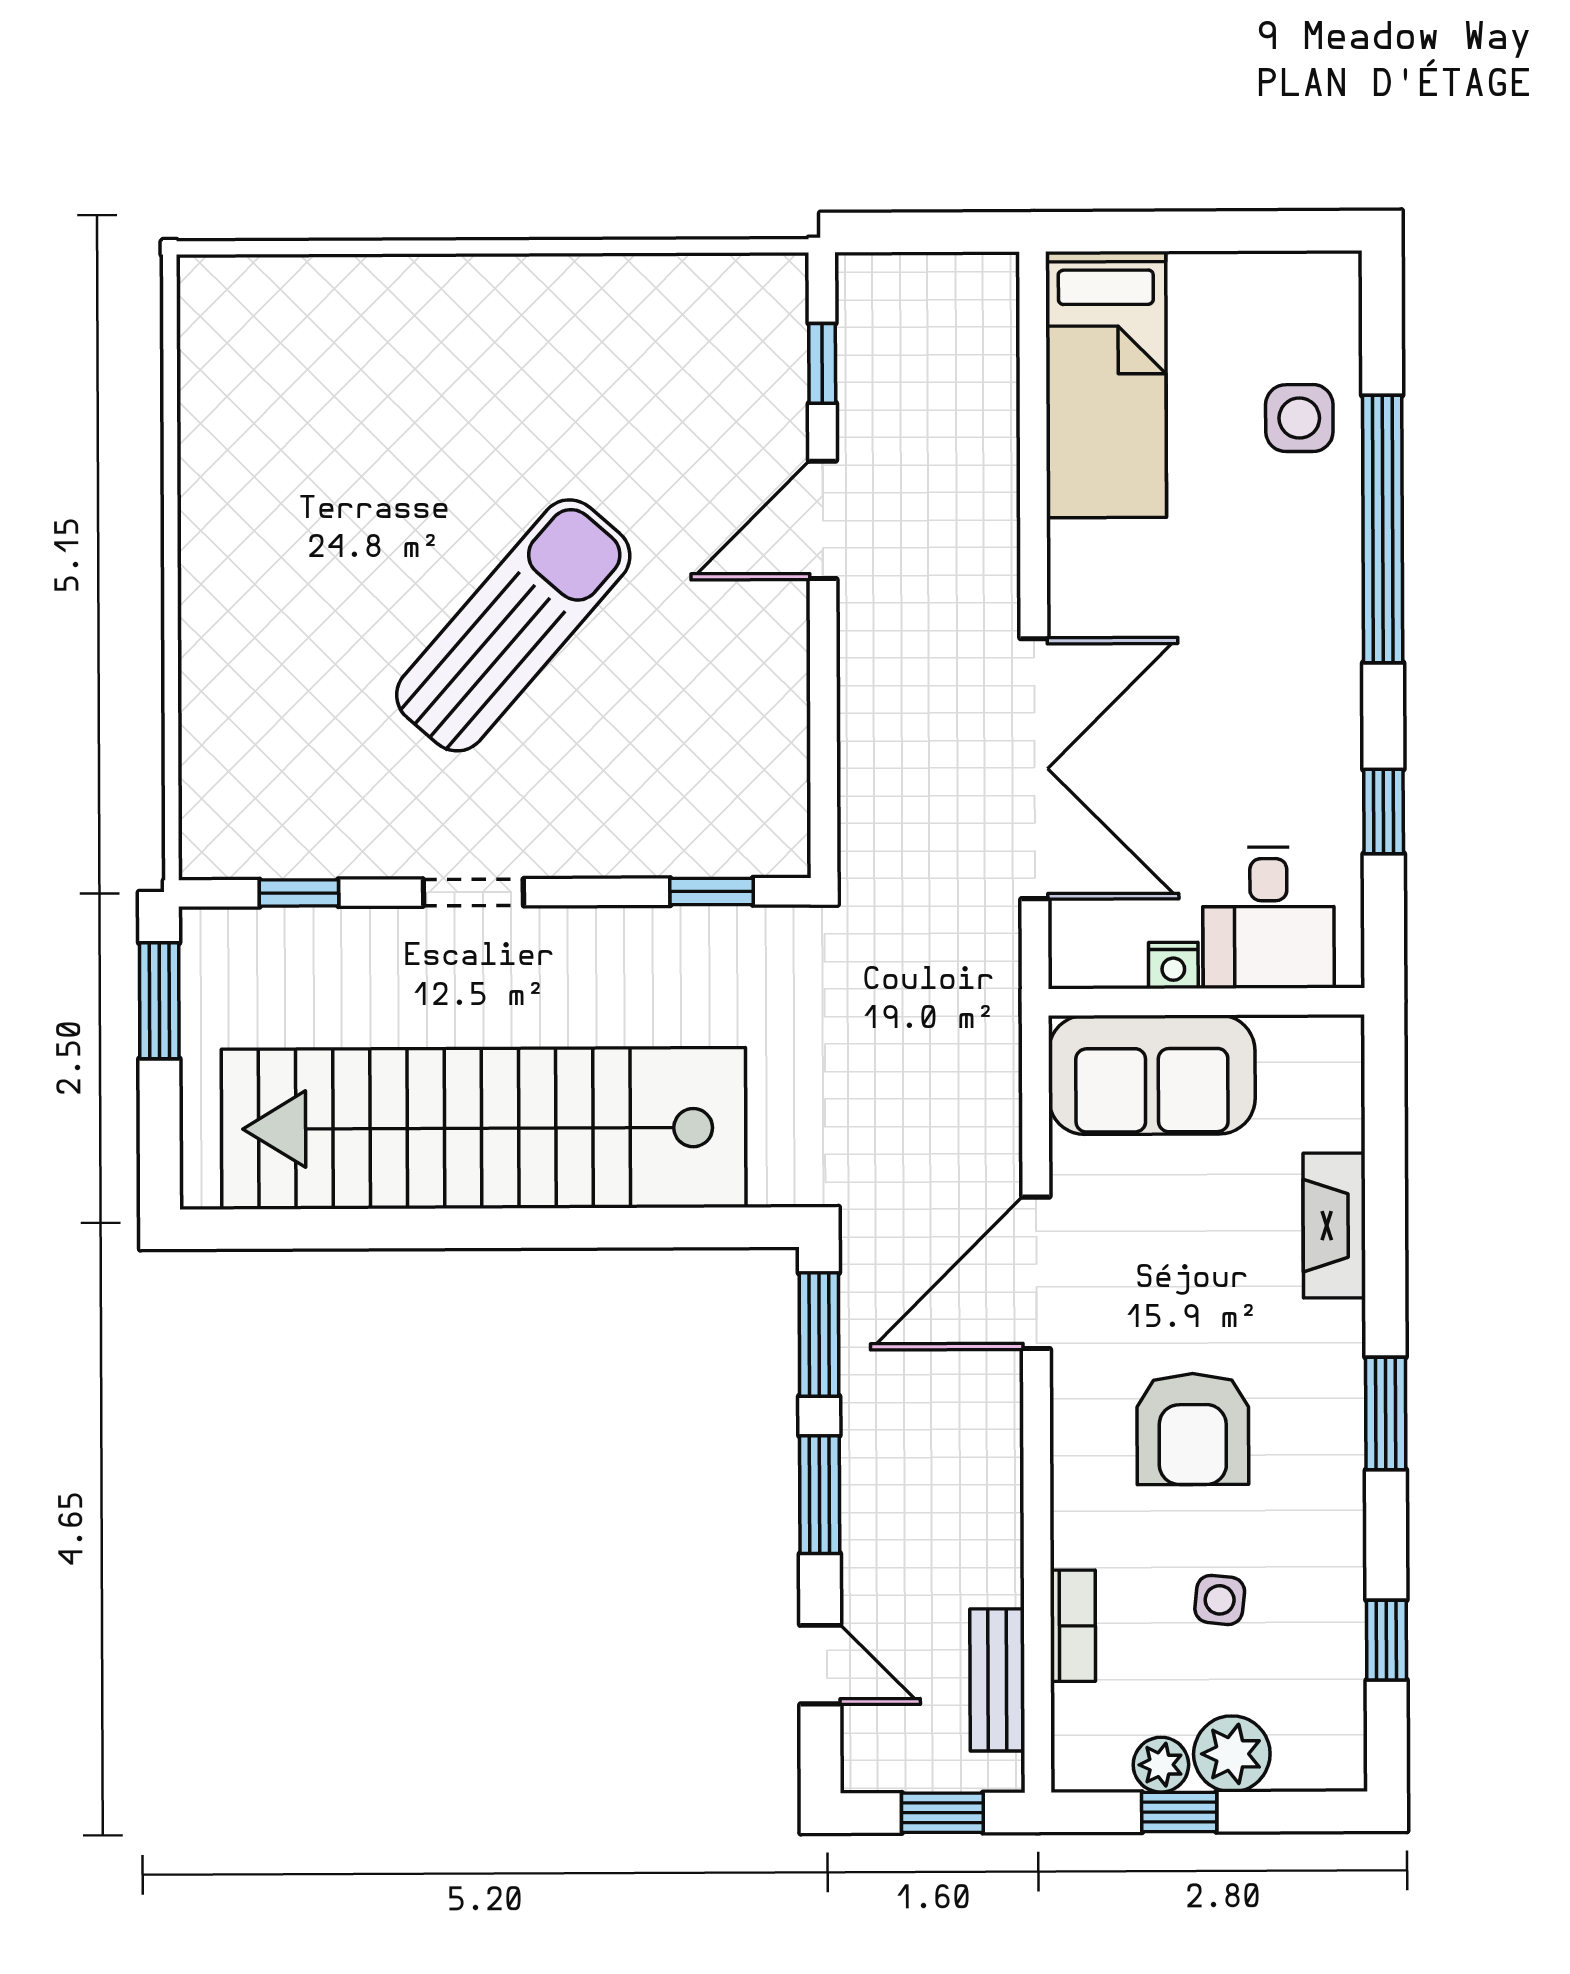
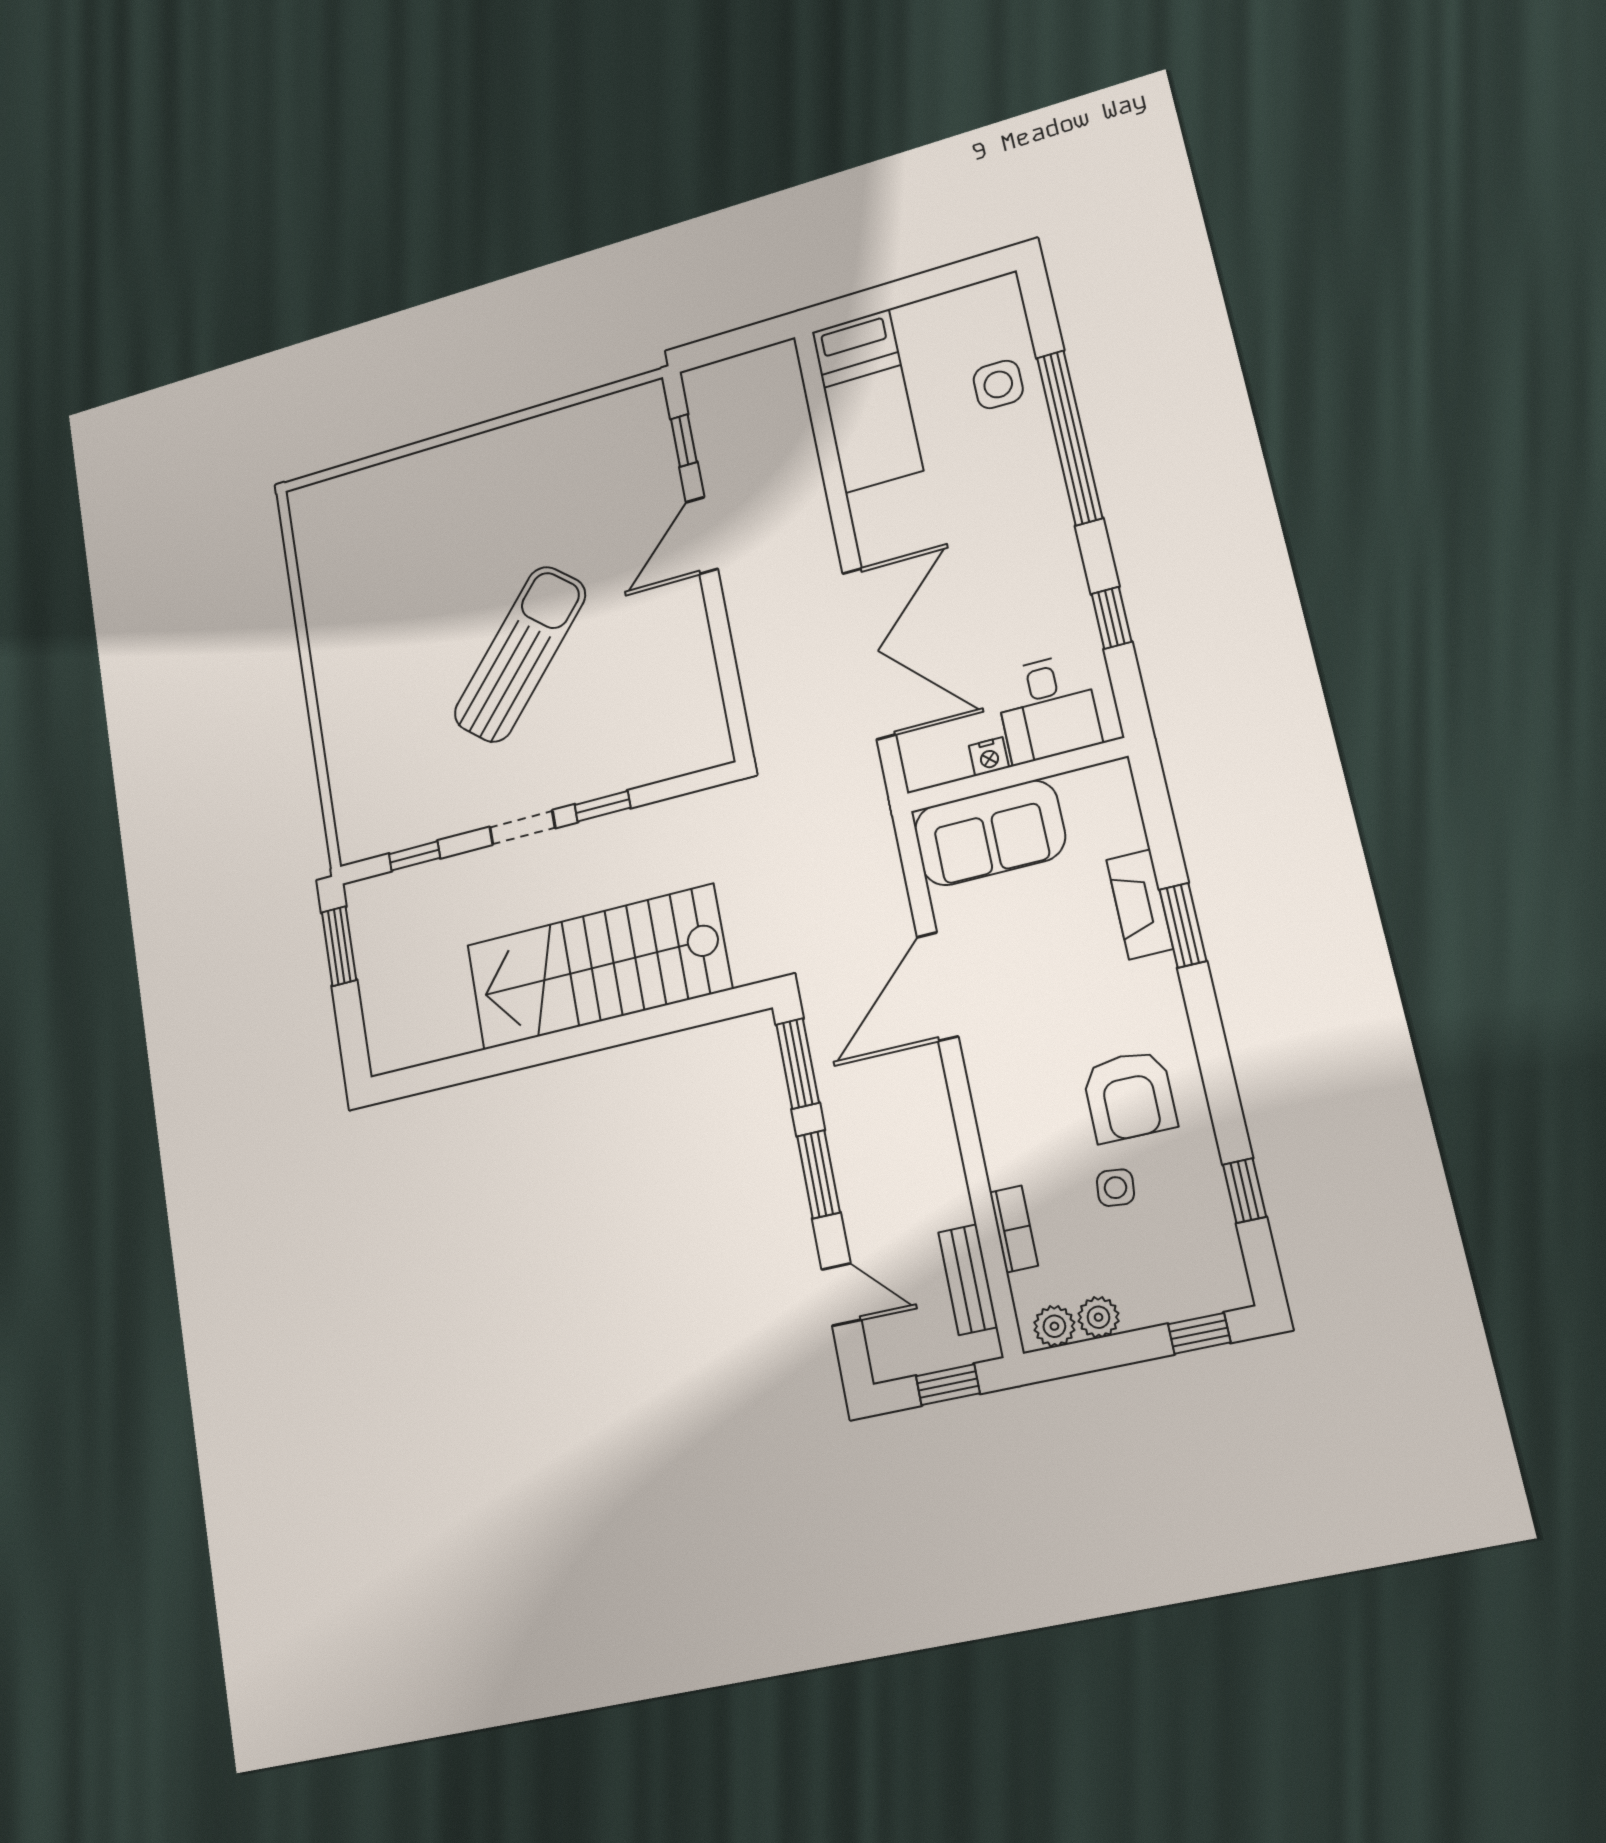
window: (712, 892) -> (603, 806), moved
stairs: (484, 1128) -> (598, 967), width x0.73
window: (1386, 1413) -> (1183, 925), moved
armchair: (1193, 1429) -> (1129, 1096), moved
plant: (1232, 1754) -> (1054, 1326), moved, width x0.73, depth x0.73
window: (1179, 1812) -> (1199, 1333), moved

